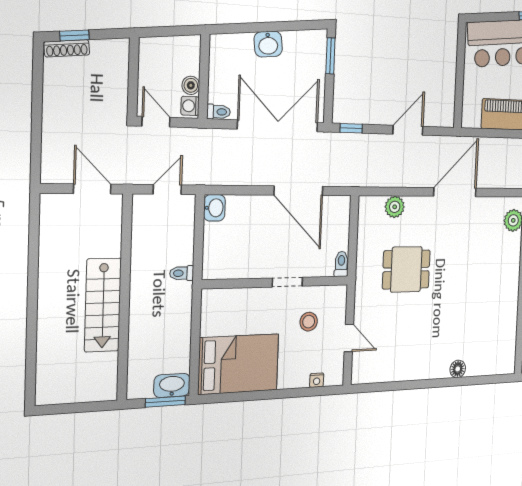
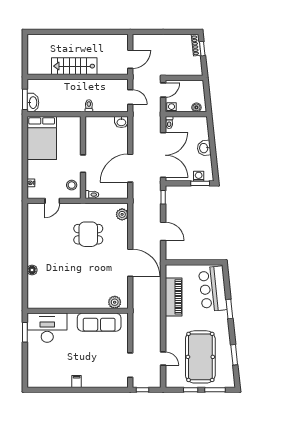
washing machine: (318, 58) -> (199, 176), added
boiler: (191, 85) -> (196, 107), moved
plant: (395, 207) -> (122, 214), moved
dining table: (406, 269) -> (88, 234), turned 90
stool: (309, 322) -> (72, 185), moved

